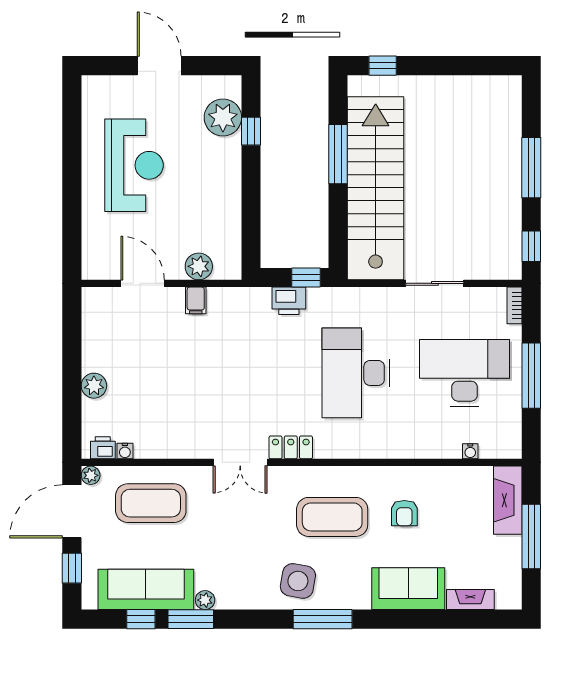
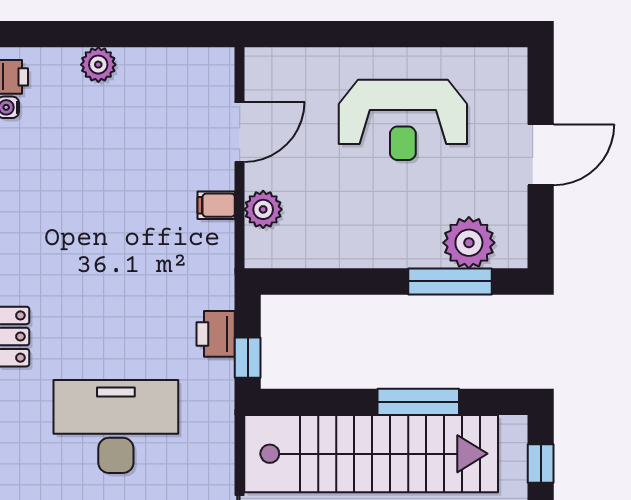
window: (251, 131) -> (450, 281), width x2.17

